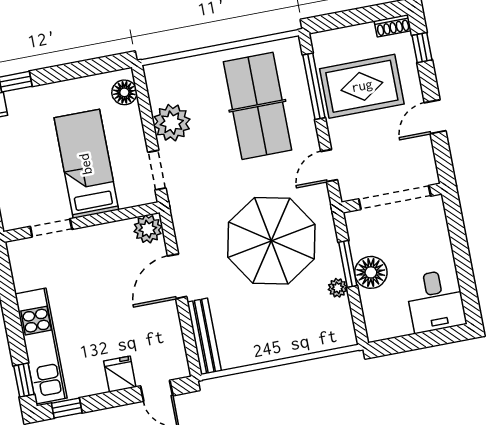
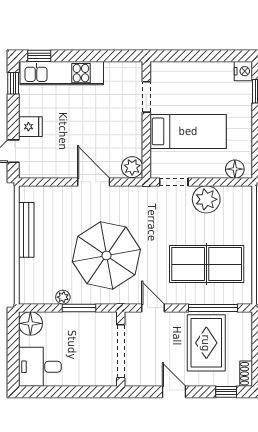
floor lamp: (371, 272) -> (30, 323), moved
bench: (204, 336) -> (26, 230), moved, turned 90

